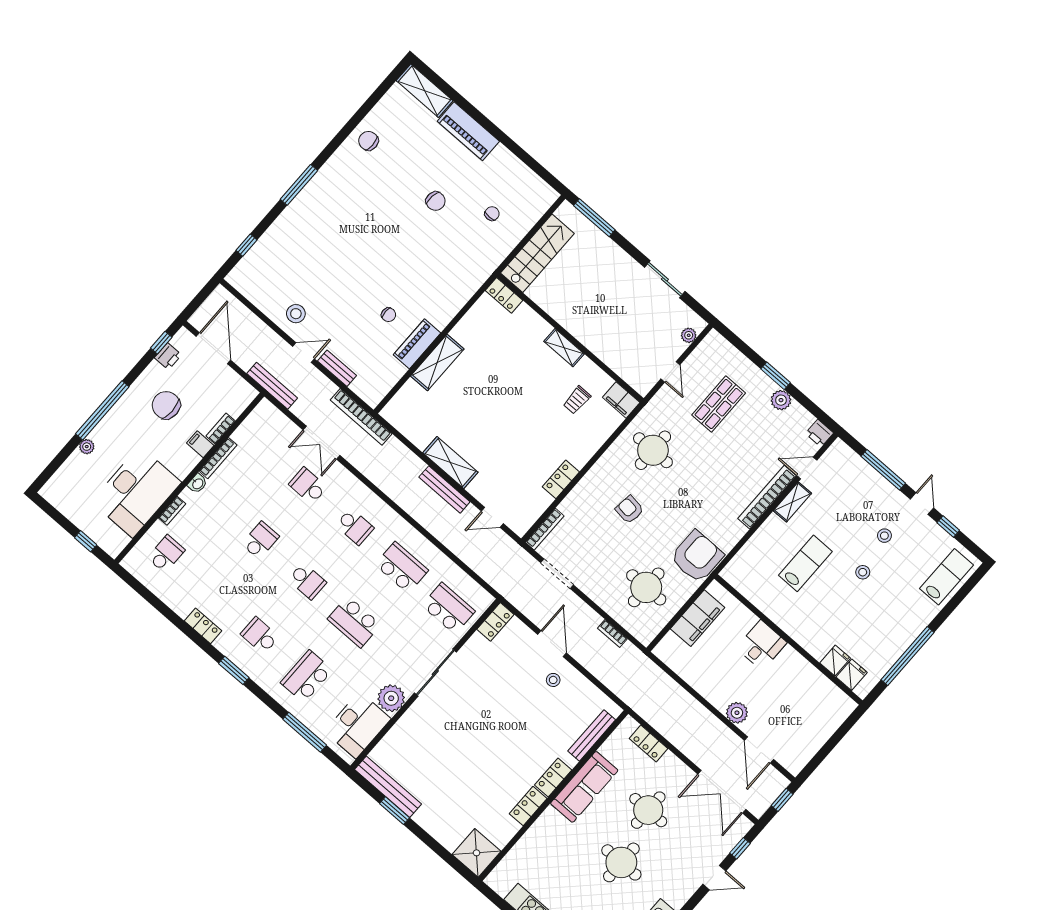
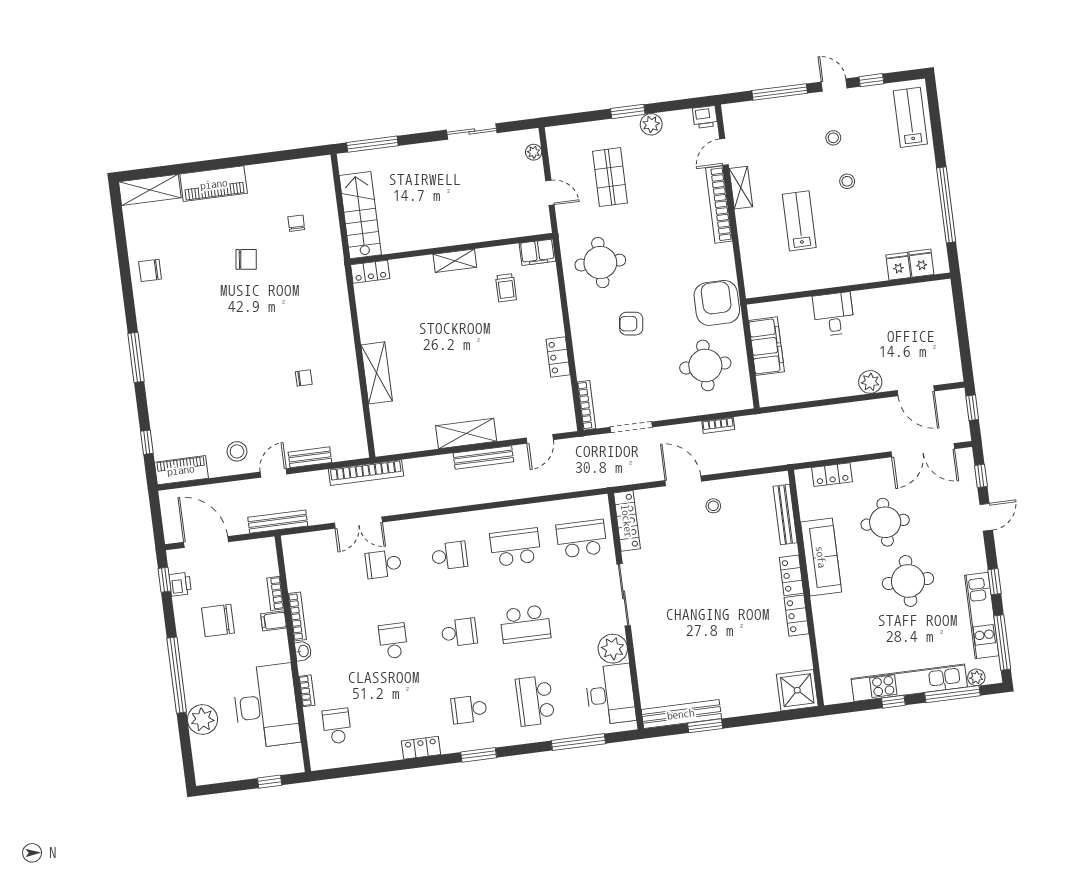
piano: (417, 344) -> (181, 470), moved, turned 90
plant: (87, 447) -> (203, 720), width x1.88, depth x1.88
locker: (495, 622) -> (627, 521), width x1.53

